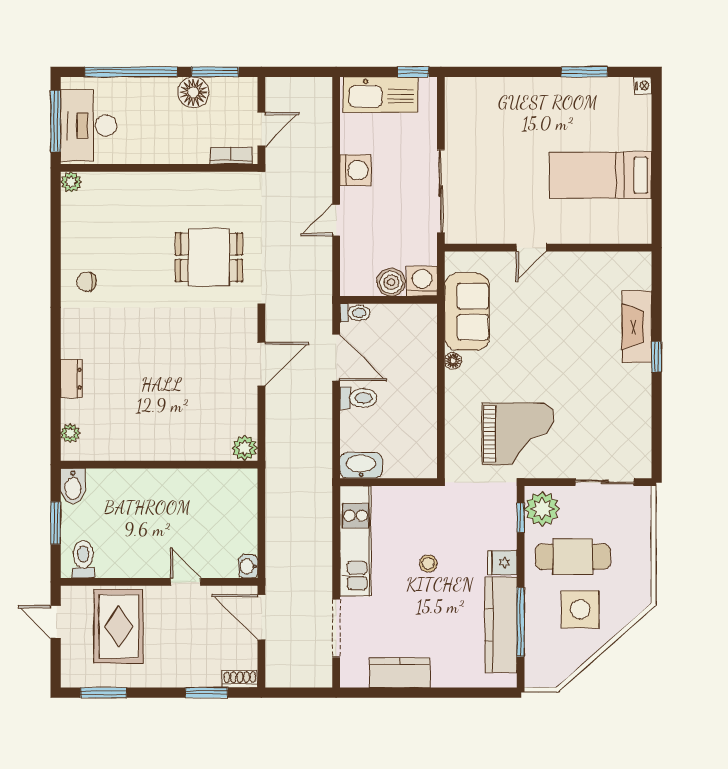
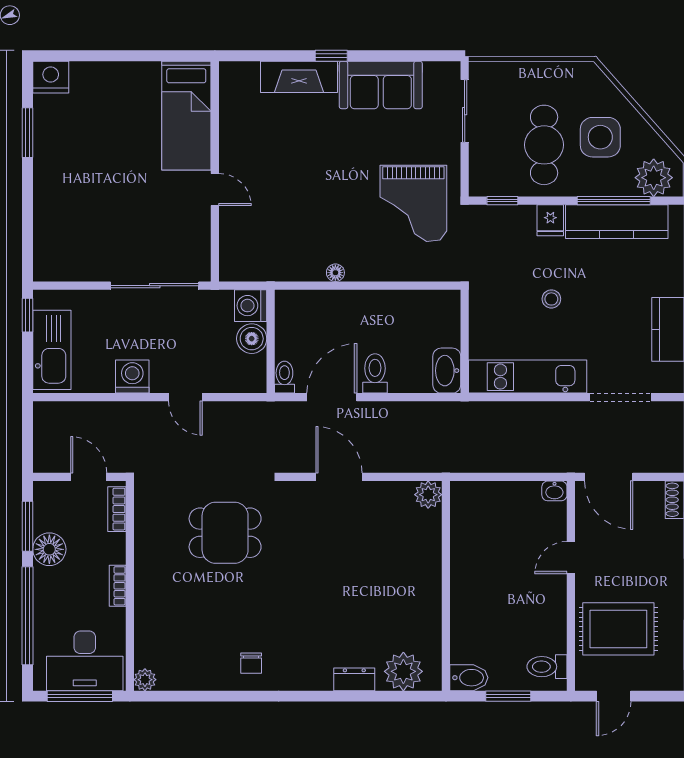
nightstand: (643, 86) -> (51, 77), width x1.89, depth x1.79
bookcase: (159, 156) -> (118, 586), added
bed: (600, 175) -> (186, 116), moved
dining table: (209, 257) -> (225, 533), turned 90
sofa: (467, 312) -> (381, 85), moved, turned 180
plant: (70, 433) -> (403, 671), width x1.87, depth x1.87
grand piano: (518, 434) -> (413, 203), turned 180
plant: (542, 509) -> (654, 178), moved
door: (261, 617) -> (609, 477), hinge flipped

